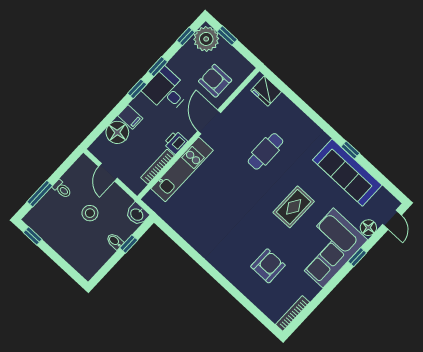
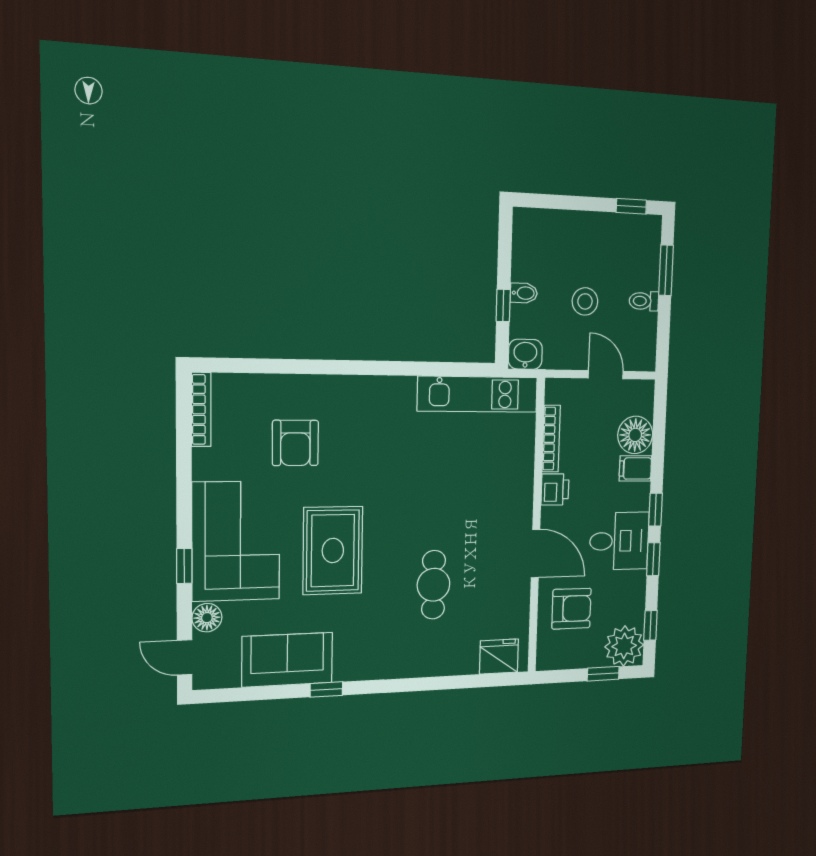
kitchen unit: (182, 169) -> (478, 394), moved, turned -90
sofa: (347, 173) -> (287, 660), width x0.73
rug: (294, 207) -> (333, 551), width x1.36, depth x1.43

